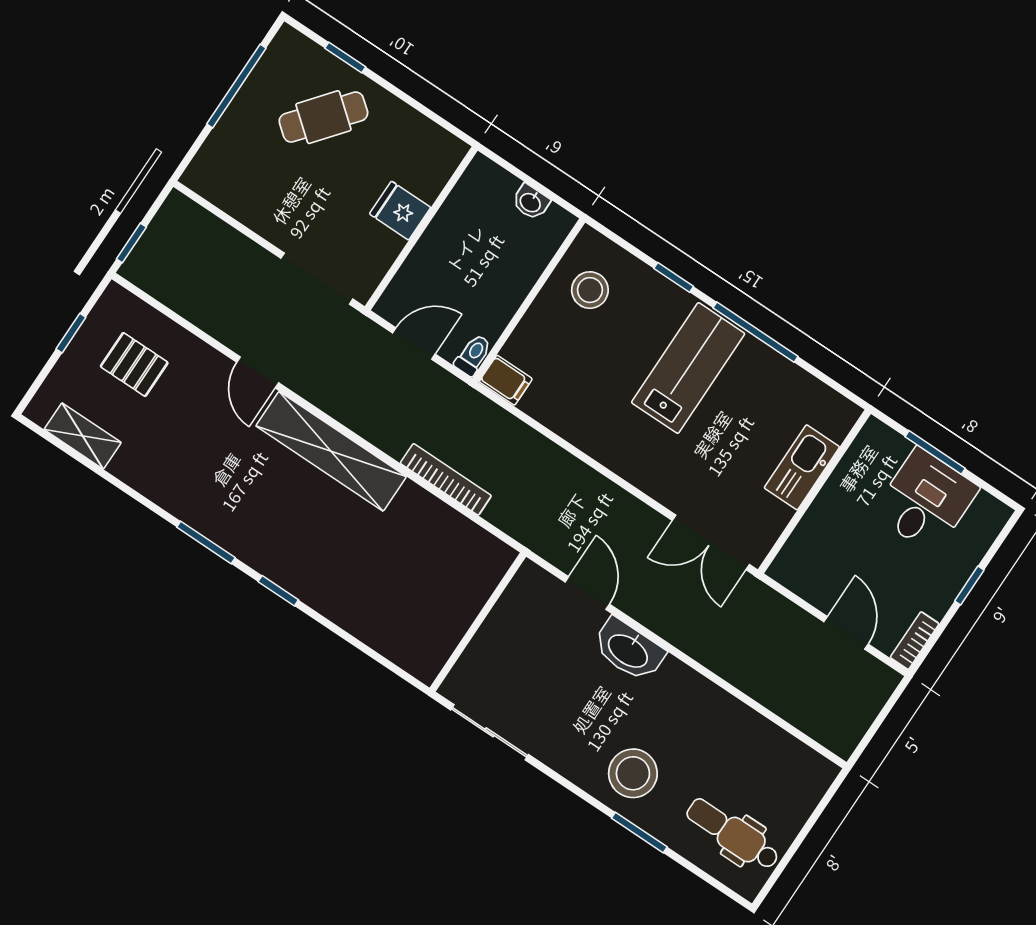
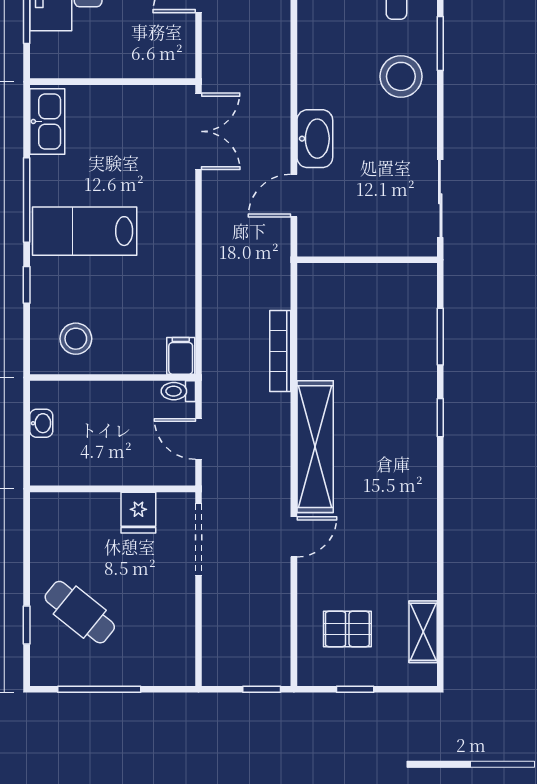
fridge: (400, 211) -> (138, 513), moved
pallet: (134, 365) -> (347, 629), turned 90
kitchen sink: (802, 467) -> (47, 121), moved, turned -90
window: (206, 542) -> (440, 337), moved

